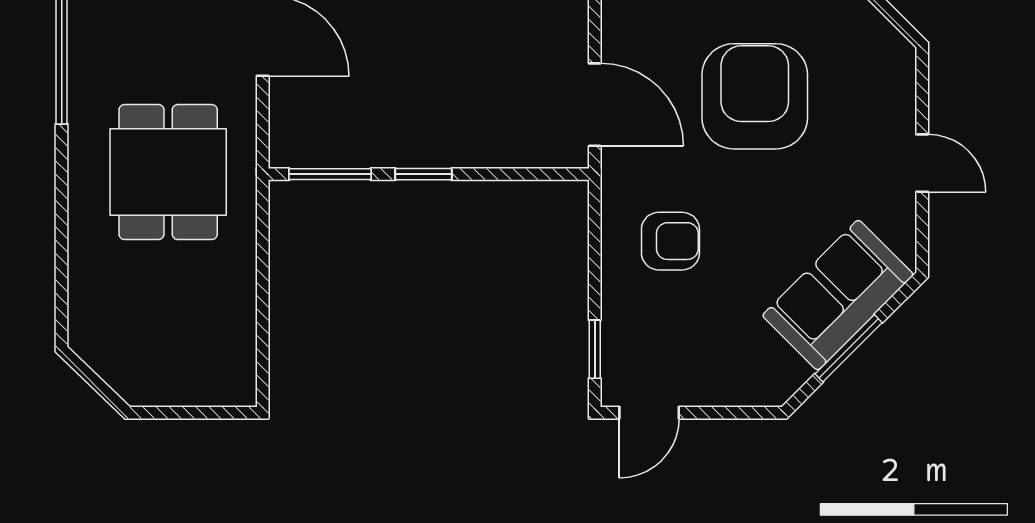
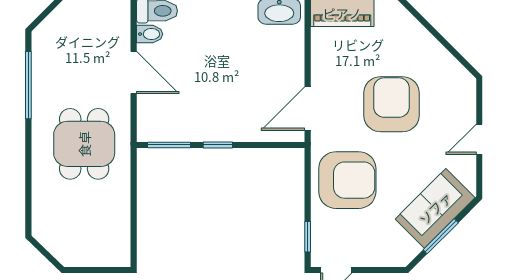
door: (595, 105) -> (308, 109), swing flipped
door: (922, 163) -> (479, 139), swing flipped
armchair: (670, 241) -> (347, 180), width x1.88, depth x1.88

